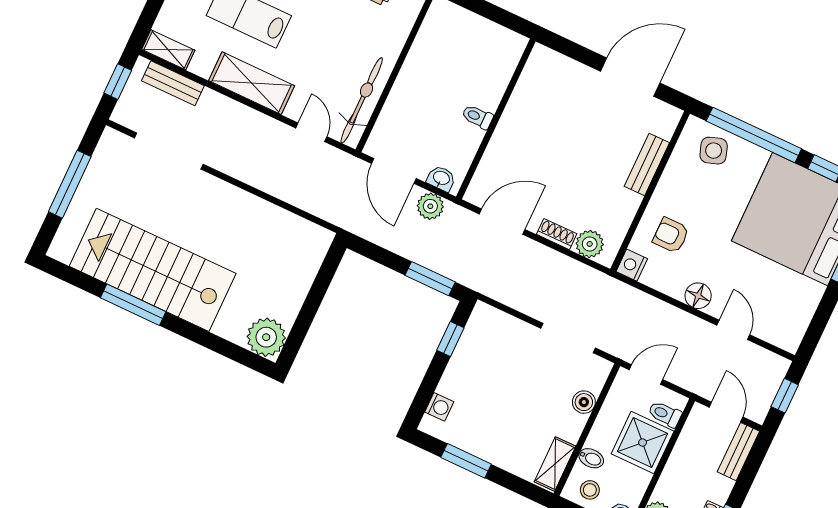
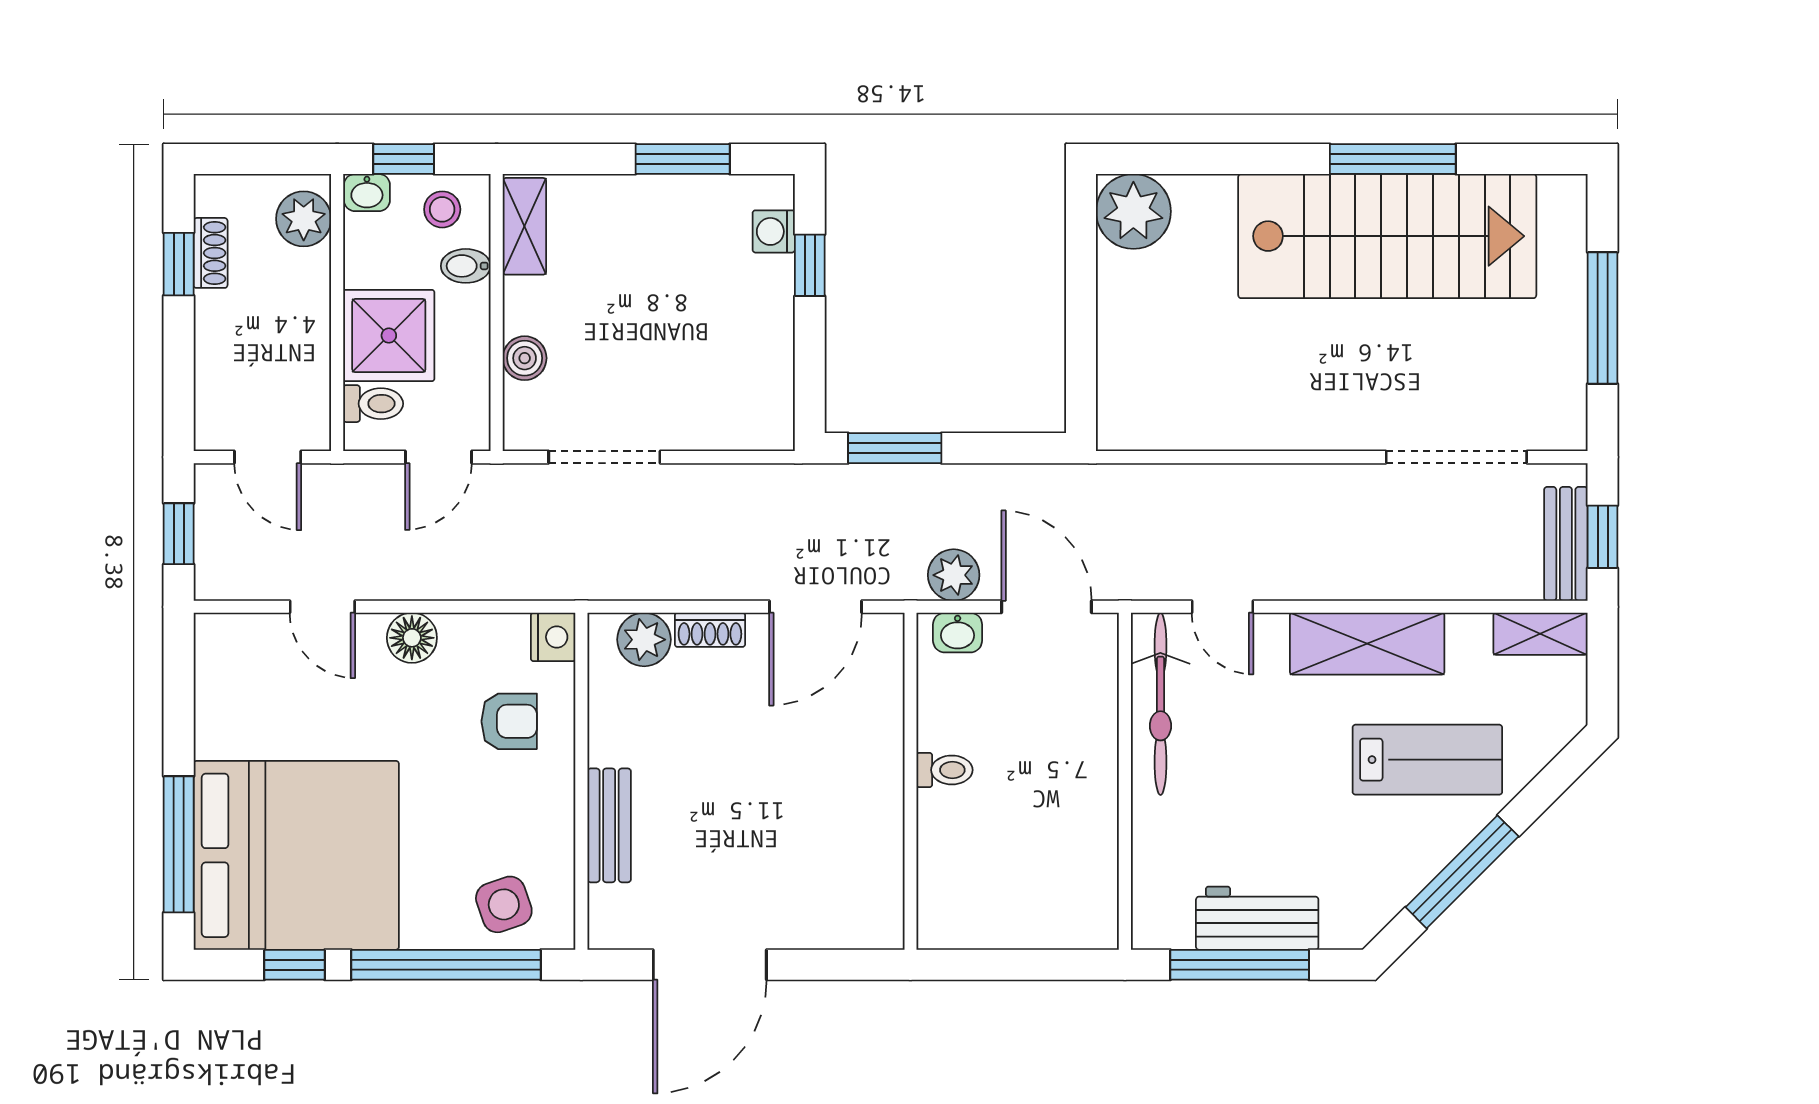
bench: (173, 83) -> (1566, 544), moved, turned 90
window: (450, 339) -> (810, 265), moved
bench: (738, 452) -> (214, 398), removed

